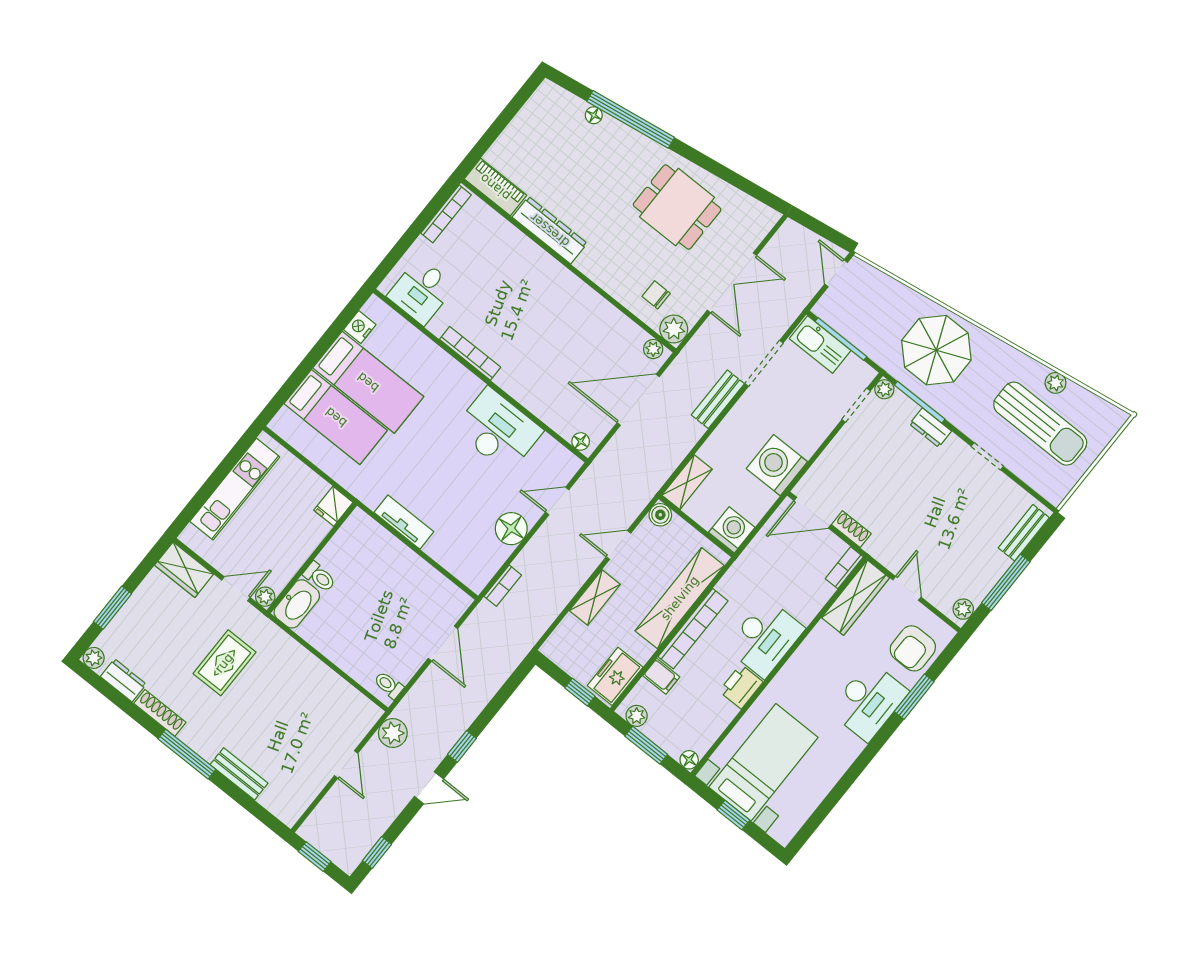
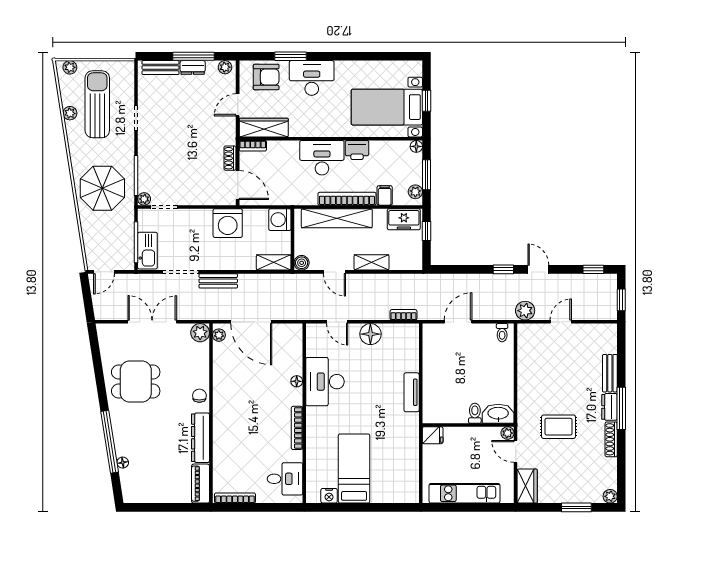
dining table: (677, 207) -> (136, 382), turned 90
chair: (656, 295) -> (199, 396), moved, turned 180
bed: (336, 417) -> (386, 471), removed
plant: (1110, 426) -> (70, 67), added
dresser: (930, 428) -> (193, 67), moved, turned 90
floor lamp: (581, 441) -> (297, 381), moved
dresser: (123, 680) -> (609, 407), moved

